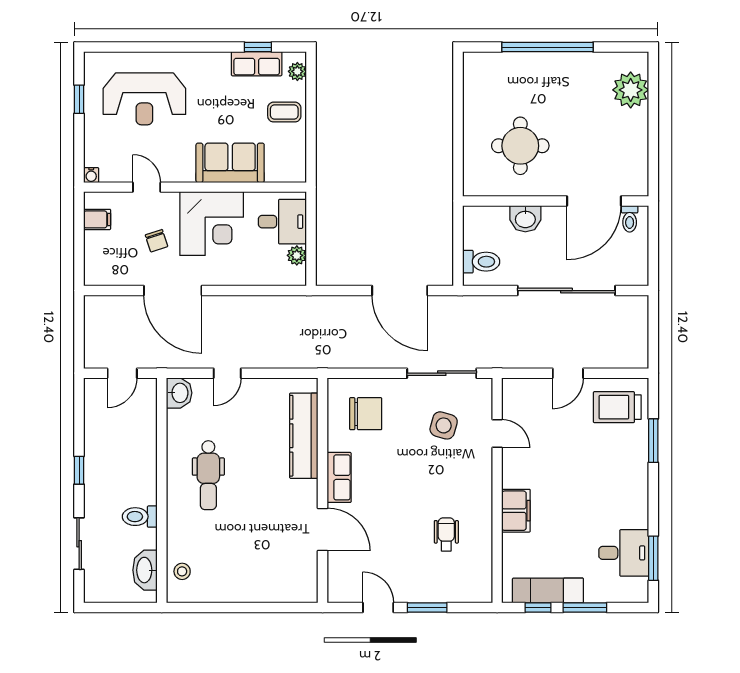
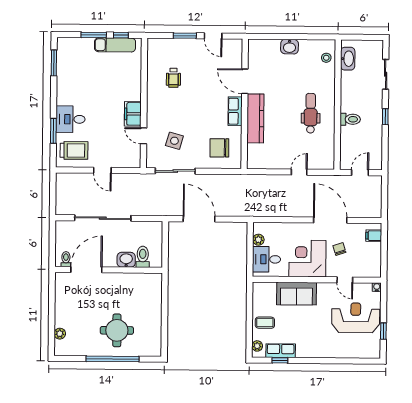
plant: (631, 90) -> (60, 334), width x0.53, depth x0.53
reception desk: (144, 99) -> (356, 318), moved
round table: (520, 146) -> (117, 330), moved
filing cabinet: (97, 219) -> (374, 236), moved
toilet: (481, 262) -> (143, 257), moved, turned 90
door: (568, 373) -> (102, 170), swing flipped
washbasin: (179, 393) -> (289, 47), moved, turned -90
kitchen counter: (304, 436) -> (255, 118), moved
filing cabinet: (516, 511) -> (133, 114), moved
toilet: (140, 517) -> (350, 119), moved
desk: (624, 553) -> (71, 119), moved

